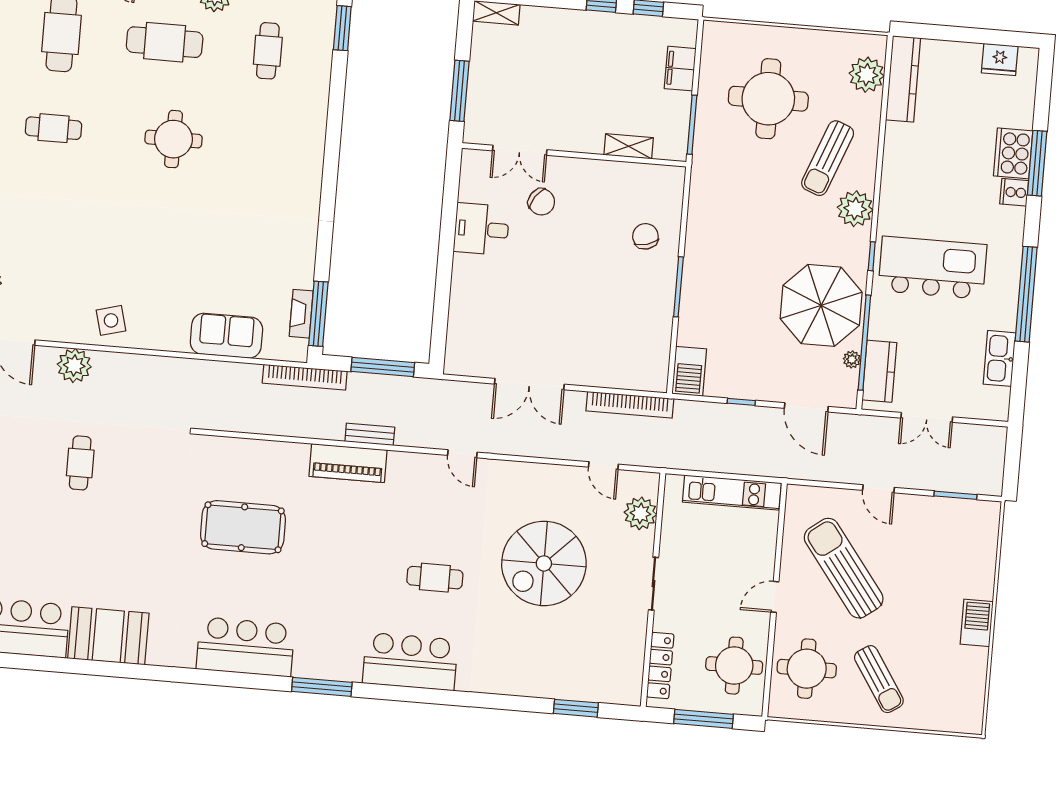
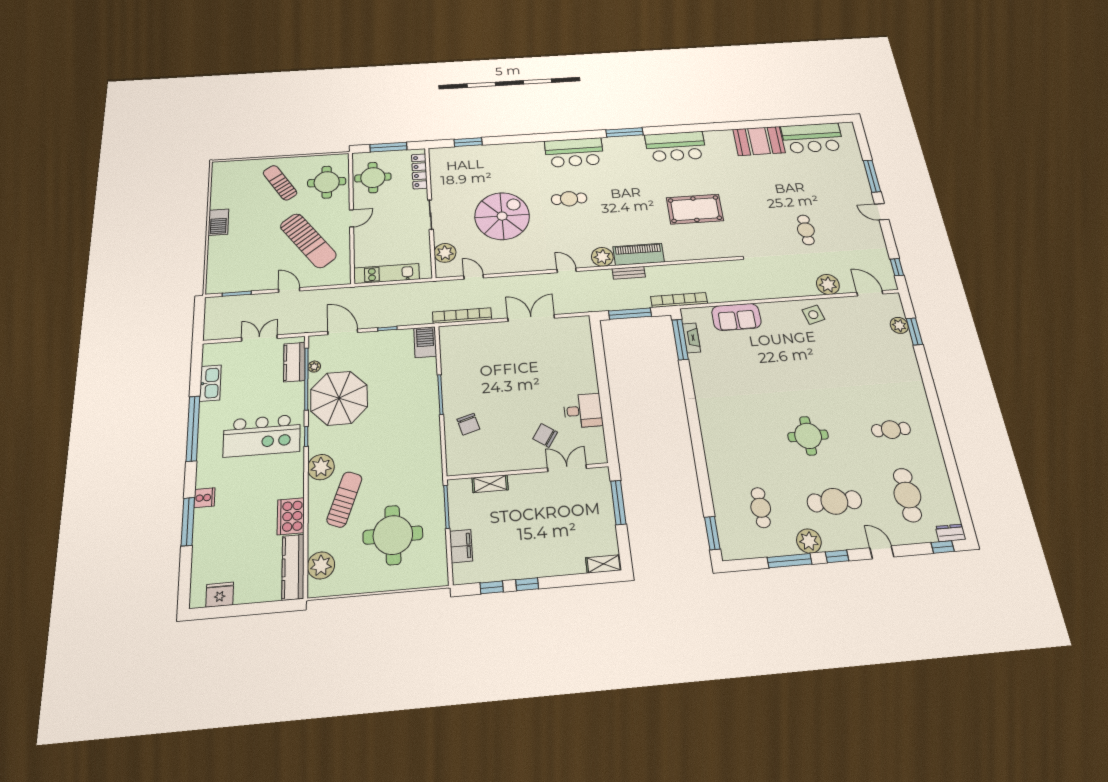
cooker: (1013, 153) -> (291, 516), moved, turned 180
plant: (404, 468) -> (602, 257), added

